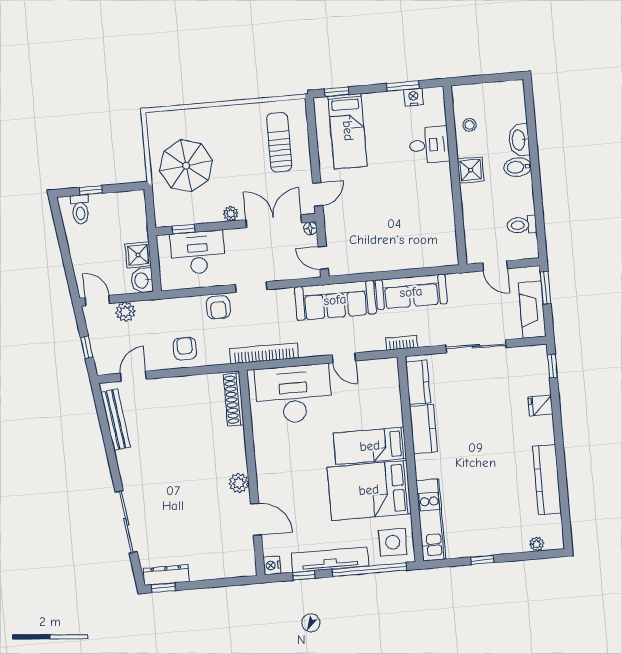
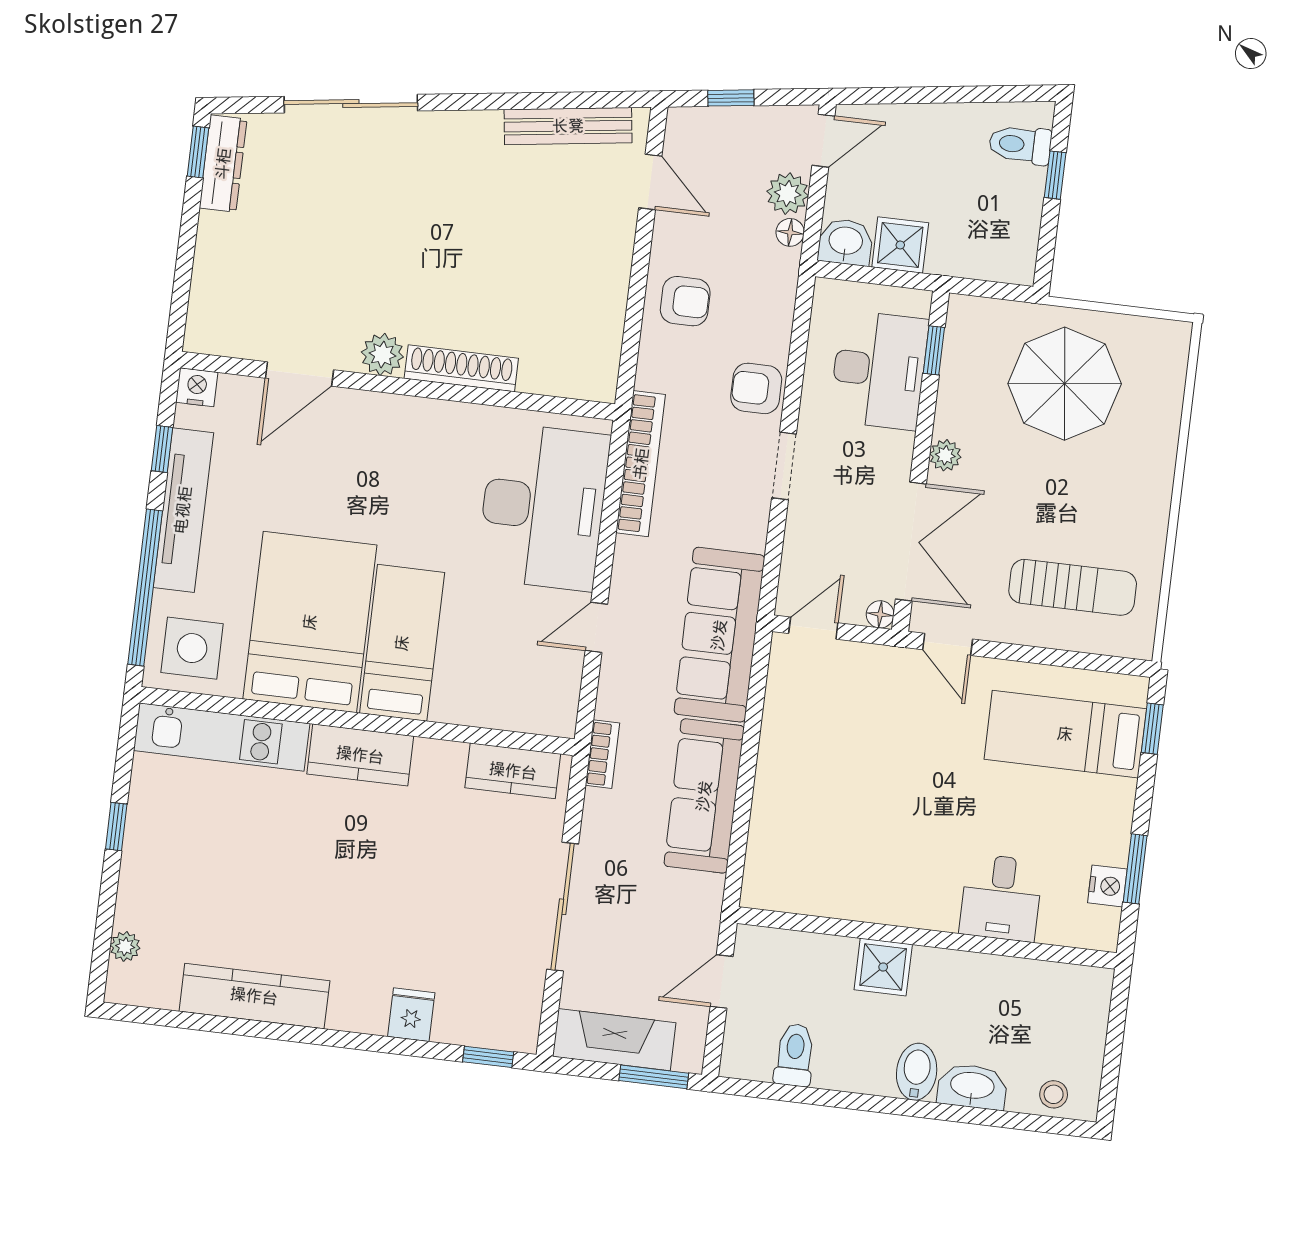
stool: (470, 125) -> (1054, 1094), moved
shower: (471, 170) -> (883, 967), moved
floor lamp: (143, 307) -> (790, 232), added
shoe rack: (234, 400) -> (461, 368), moved
kitchen counter: (423, 429) -> (360, 755), moved

